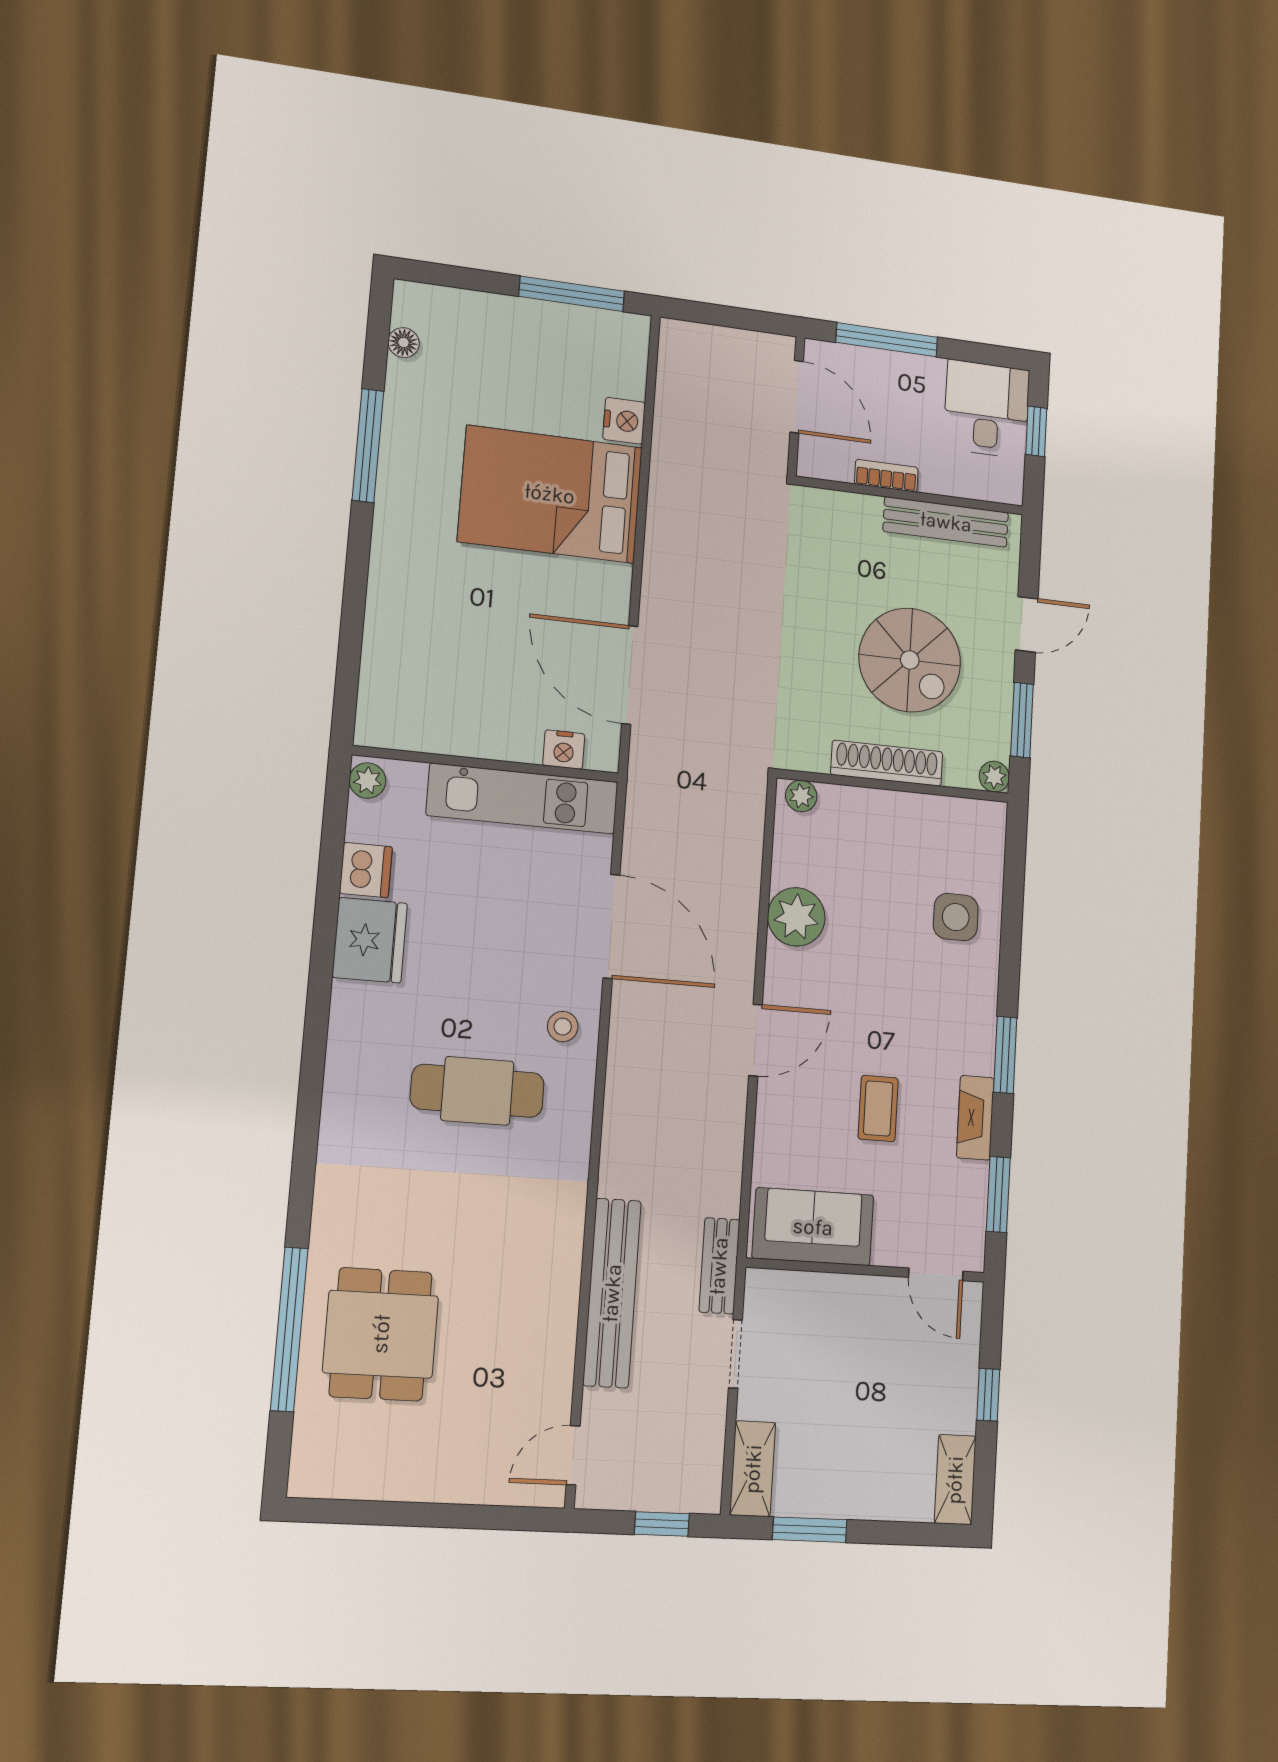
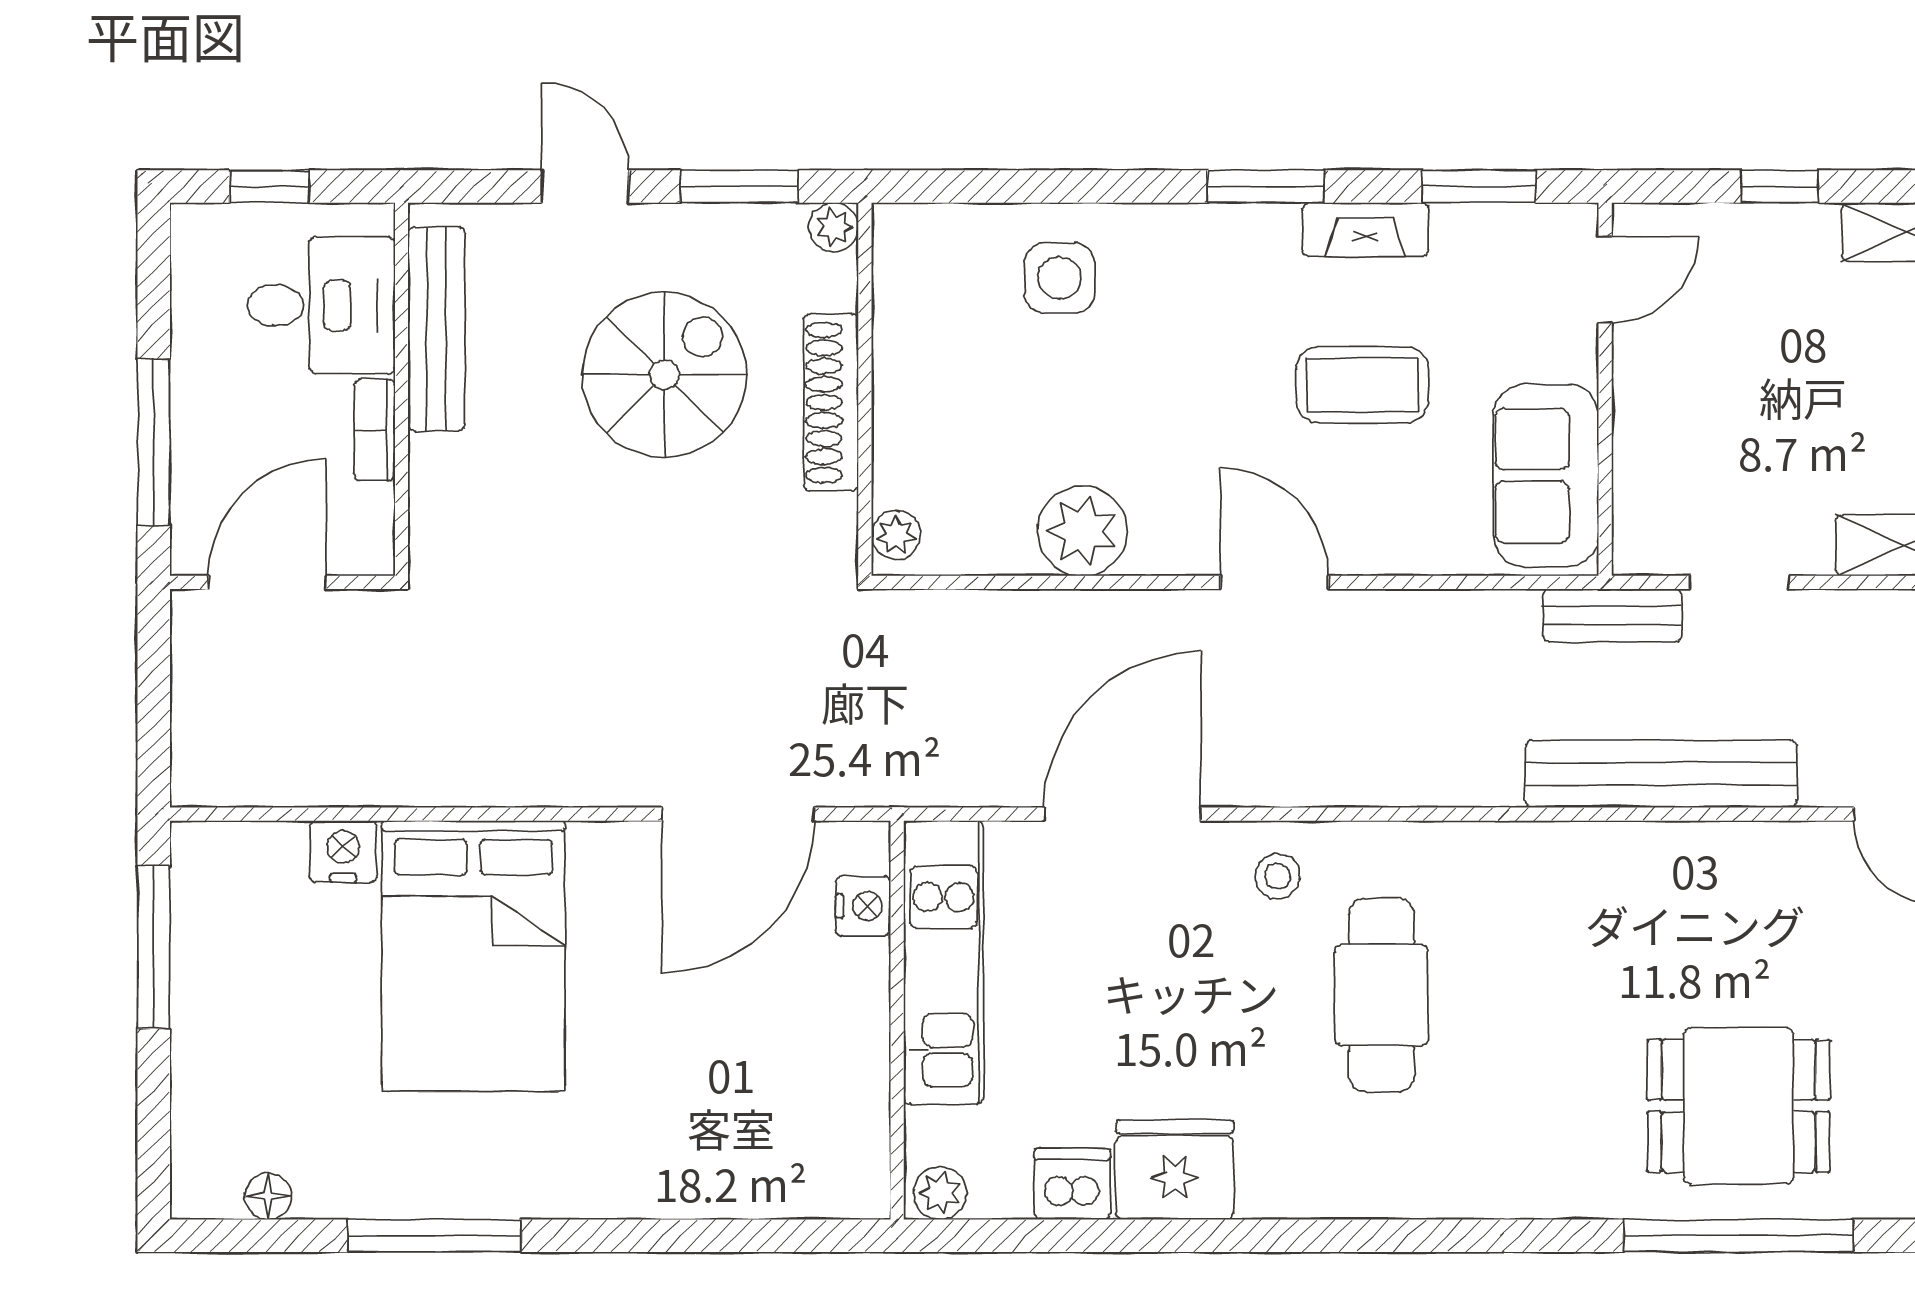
desk: (987, 409) -> (321, 305), moved, turned 180
coffee table: (878, 1108) -> (1362, 385), width x1.36, depth x1.30

